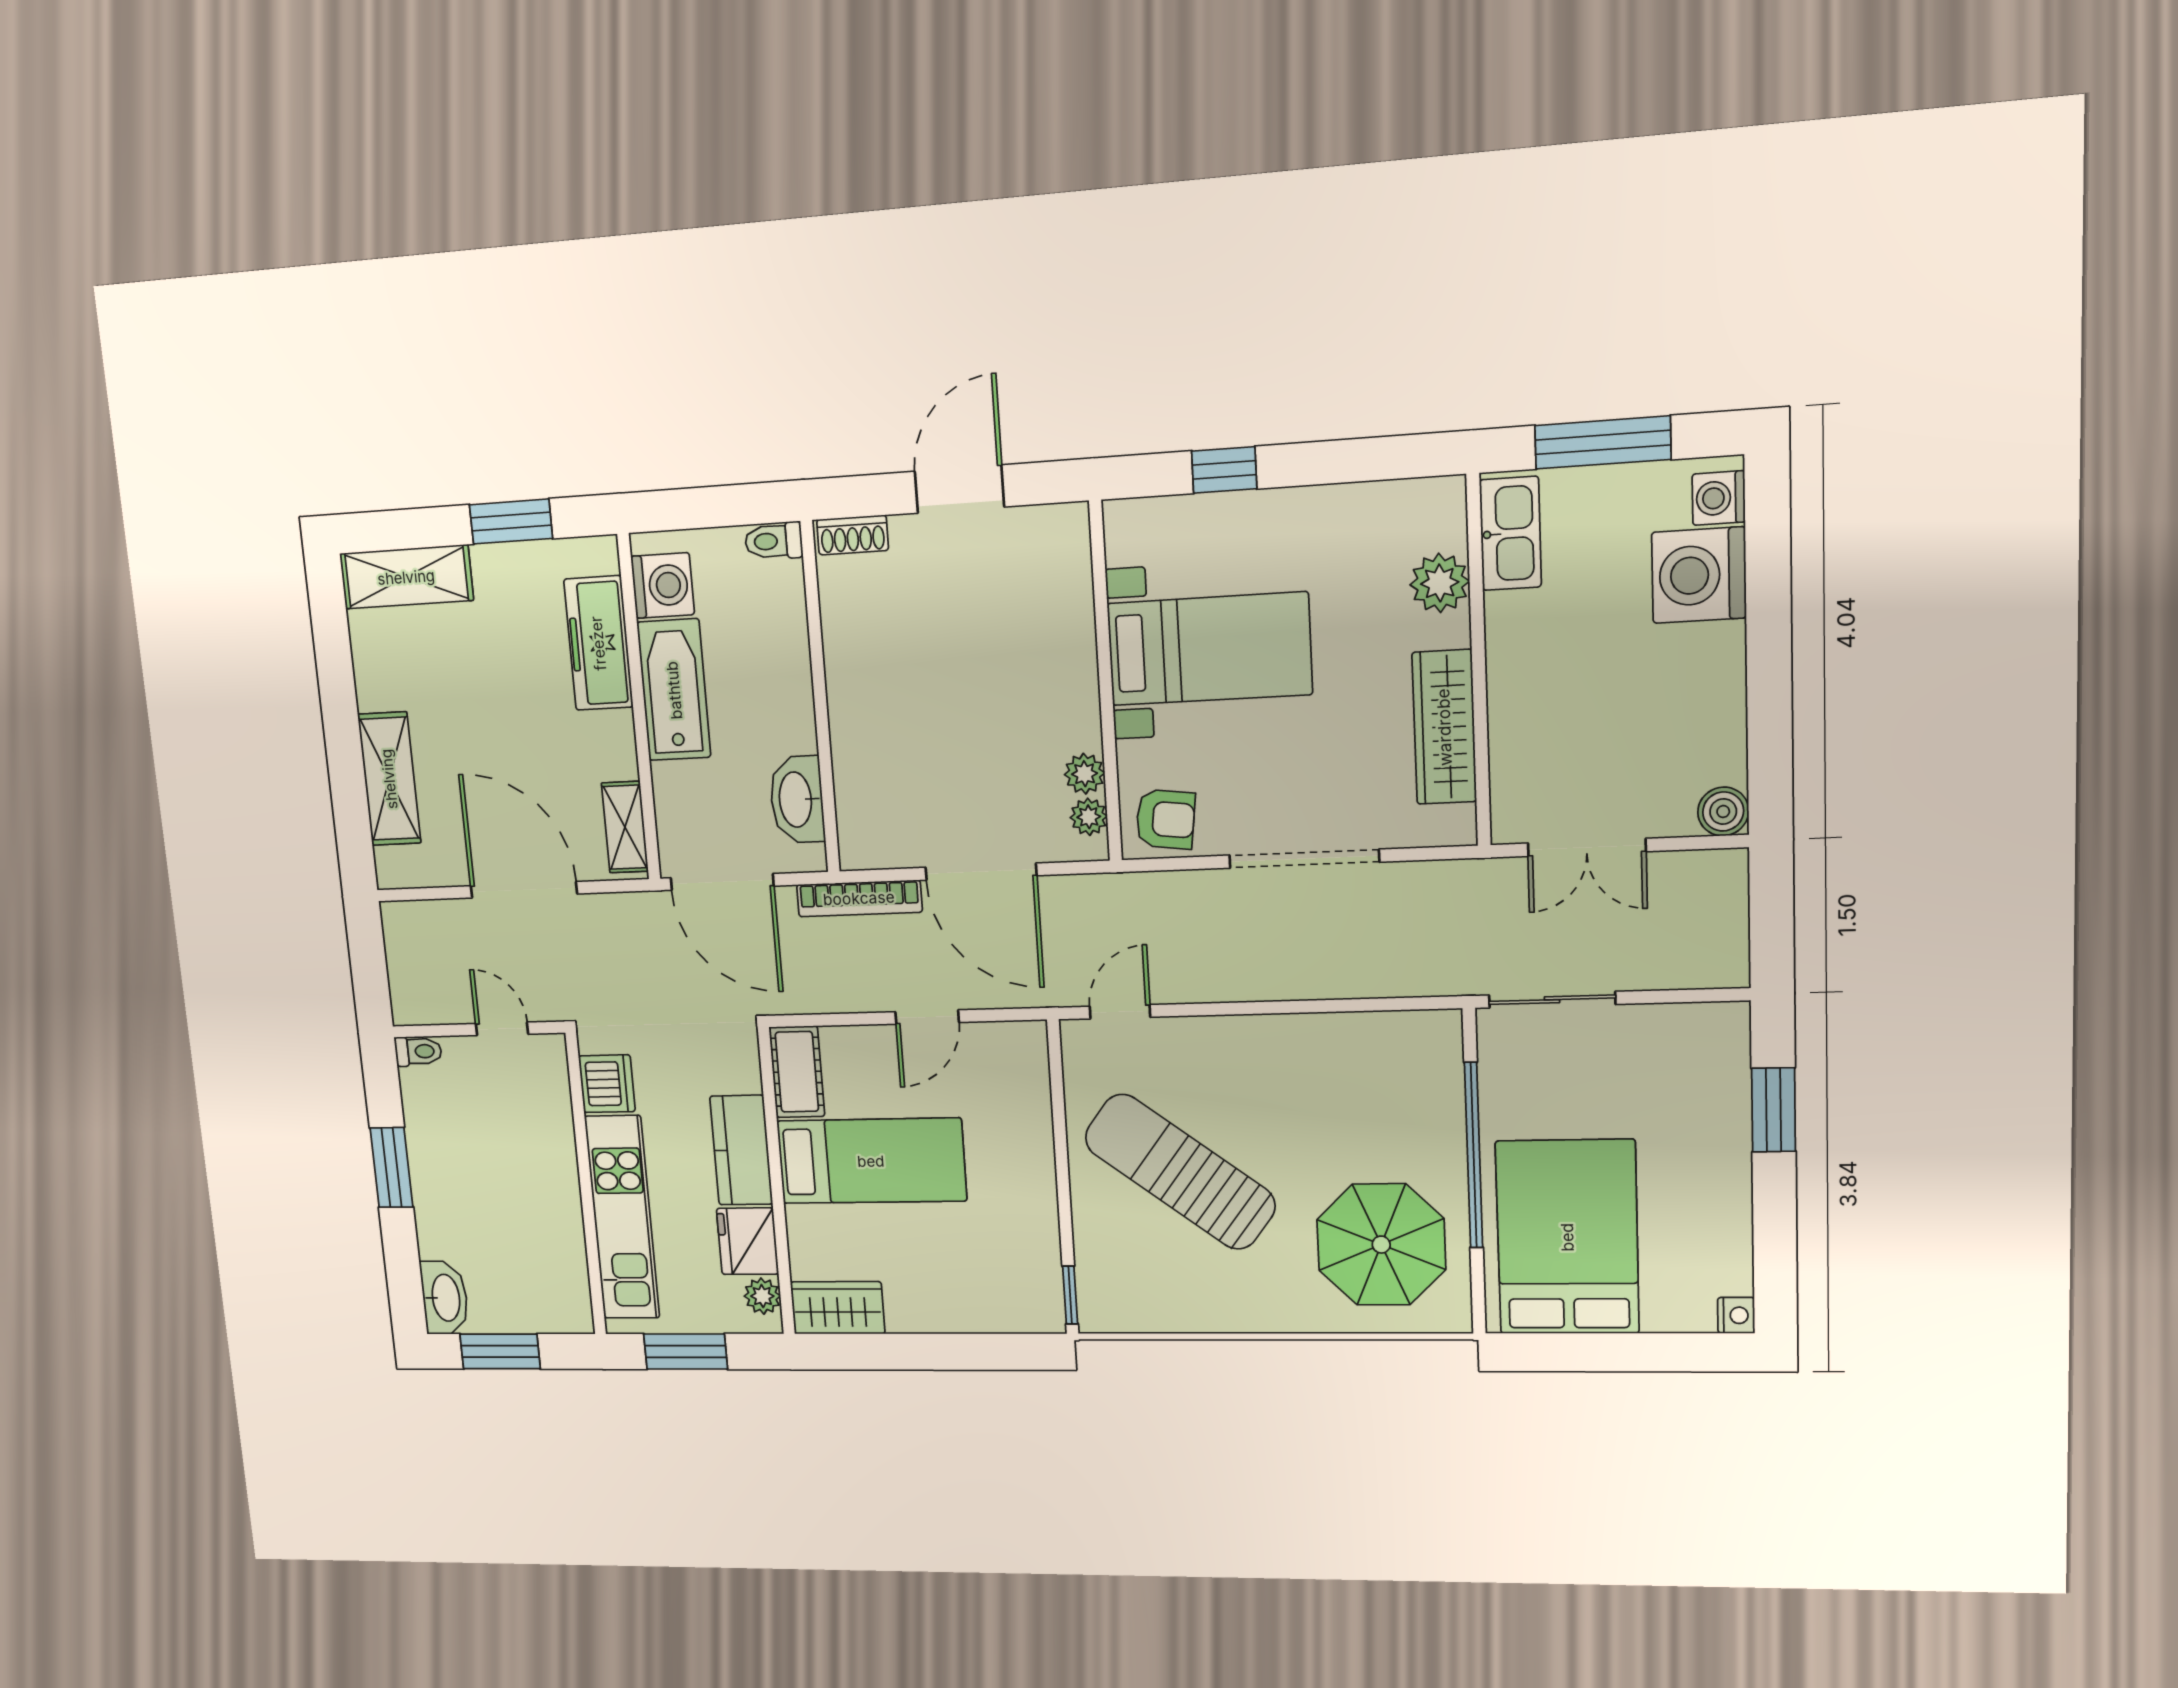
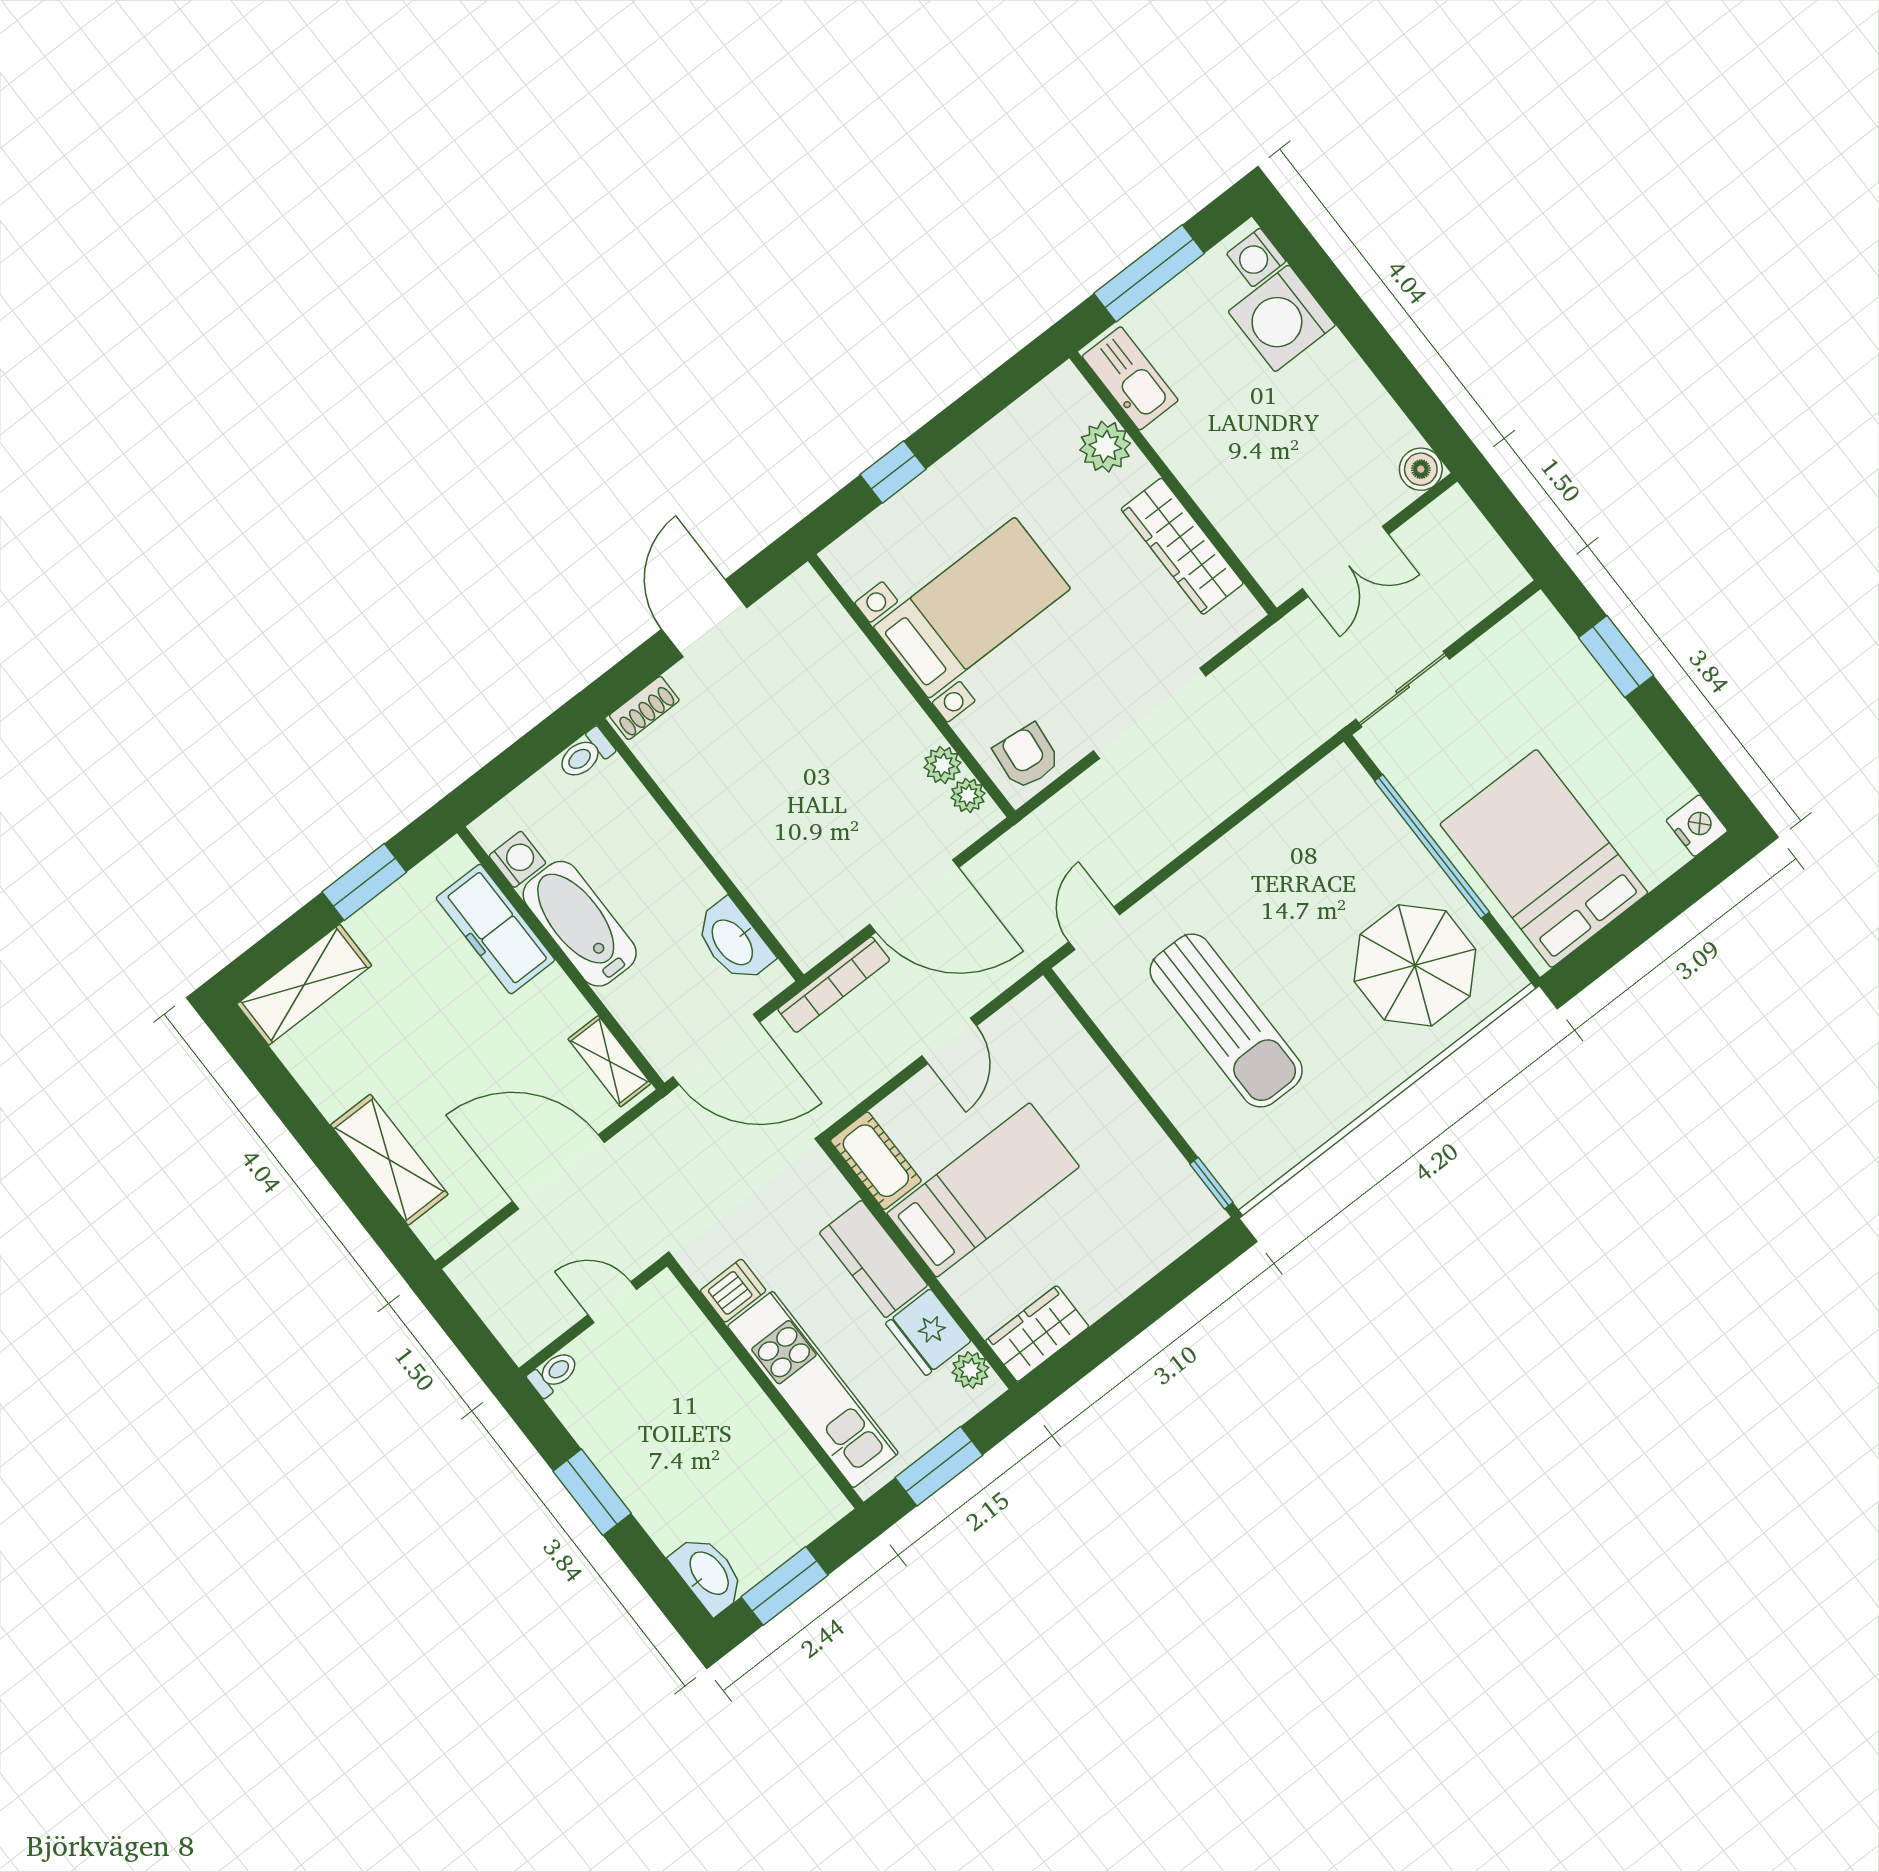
washing machine: (663, 585) -> (517, 859), width x0.73, depth x0.73
armchair: (1165, 819) -> (1027, 756), turned -91
dishwasher: (607, 1084) -> (733, 1291), width x0.73
sun lounger: (1180, 1172) -> (1226, 1021), turned -127
nightstand: (1736, 1315) -> (1697, 826), width x1.39, depth x1.35

